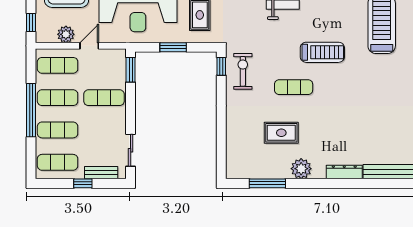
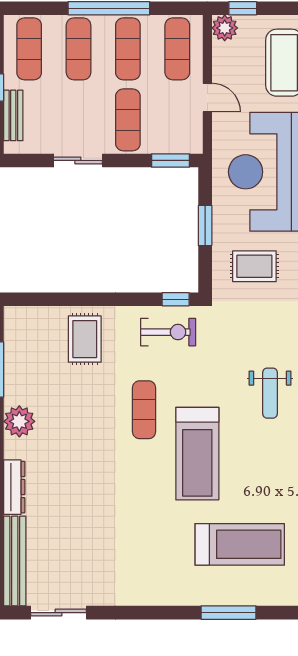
plant: (66, 34) -> (225, 28), moved
treadmill: (322, 52) -> (197, 454), width x1.37, depth x1.38
rug: (281, 133) -> (85, 339), moved
sliding door: (131, 150) -> (78, 160), moved

